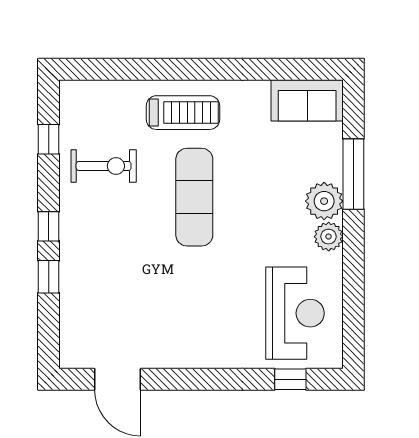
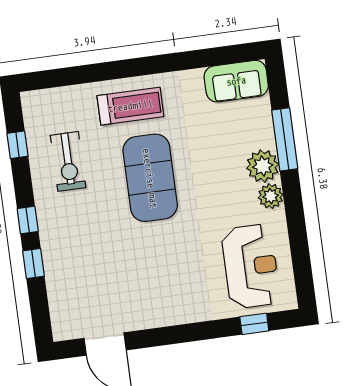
exercise bike: (104, 166) -> (68, 161), turned 90
exercise mat: (194, 197) -> (150, 178), width x1.47

